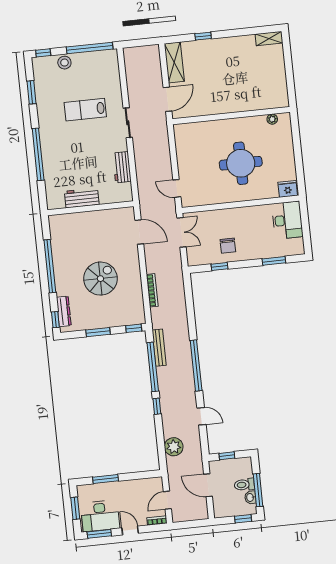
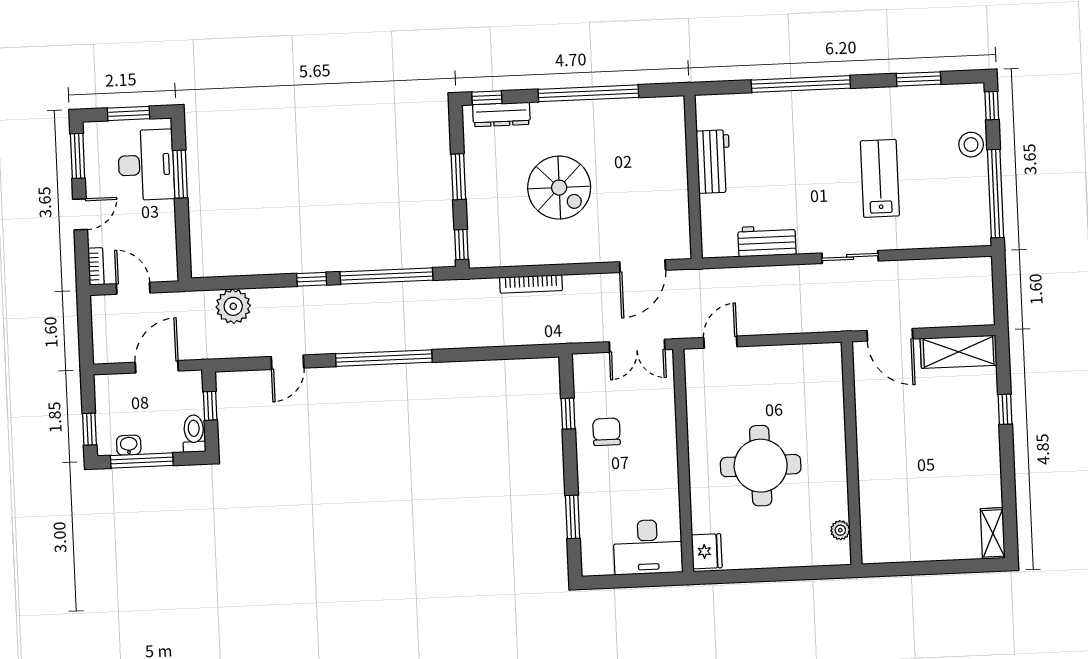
chair: (228, 246) -> (607, 432), turned 90
bench: (159, 348) -> (422, 290), removed
toilet: (244, 485) -> (194, 434), moved
desk: (100, 516) -> (146, 165), moved, turned 180

